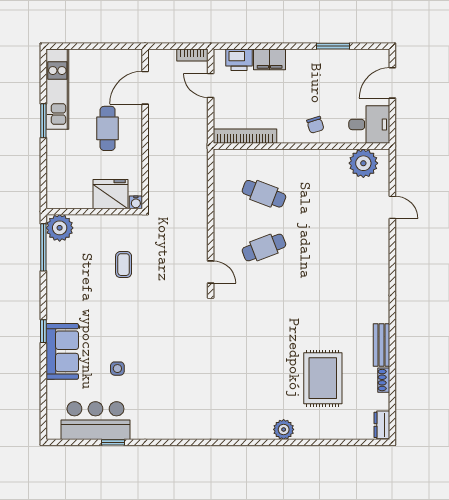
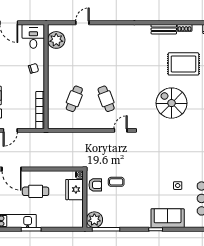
armchair: (118, 229) -> (95, 185), added
spiral stairs: (257, 358) -> (172, 103), added

